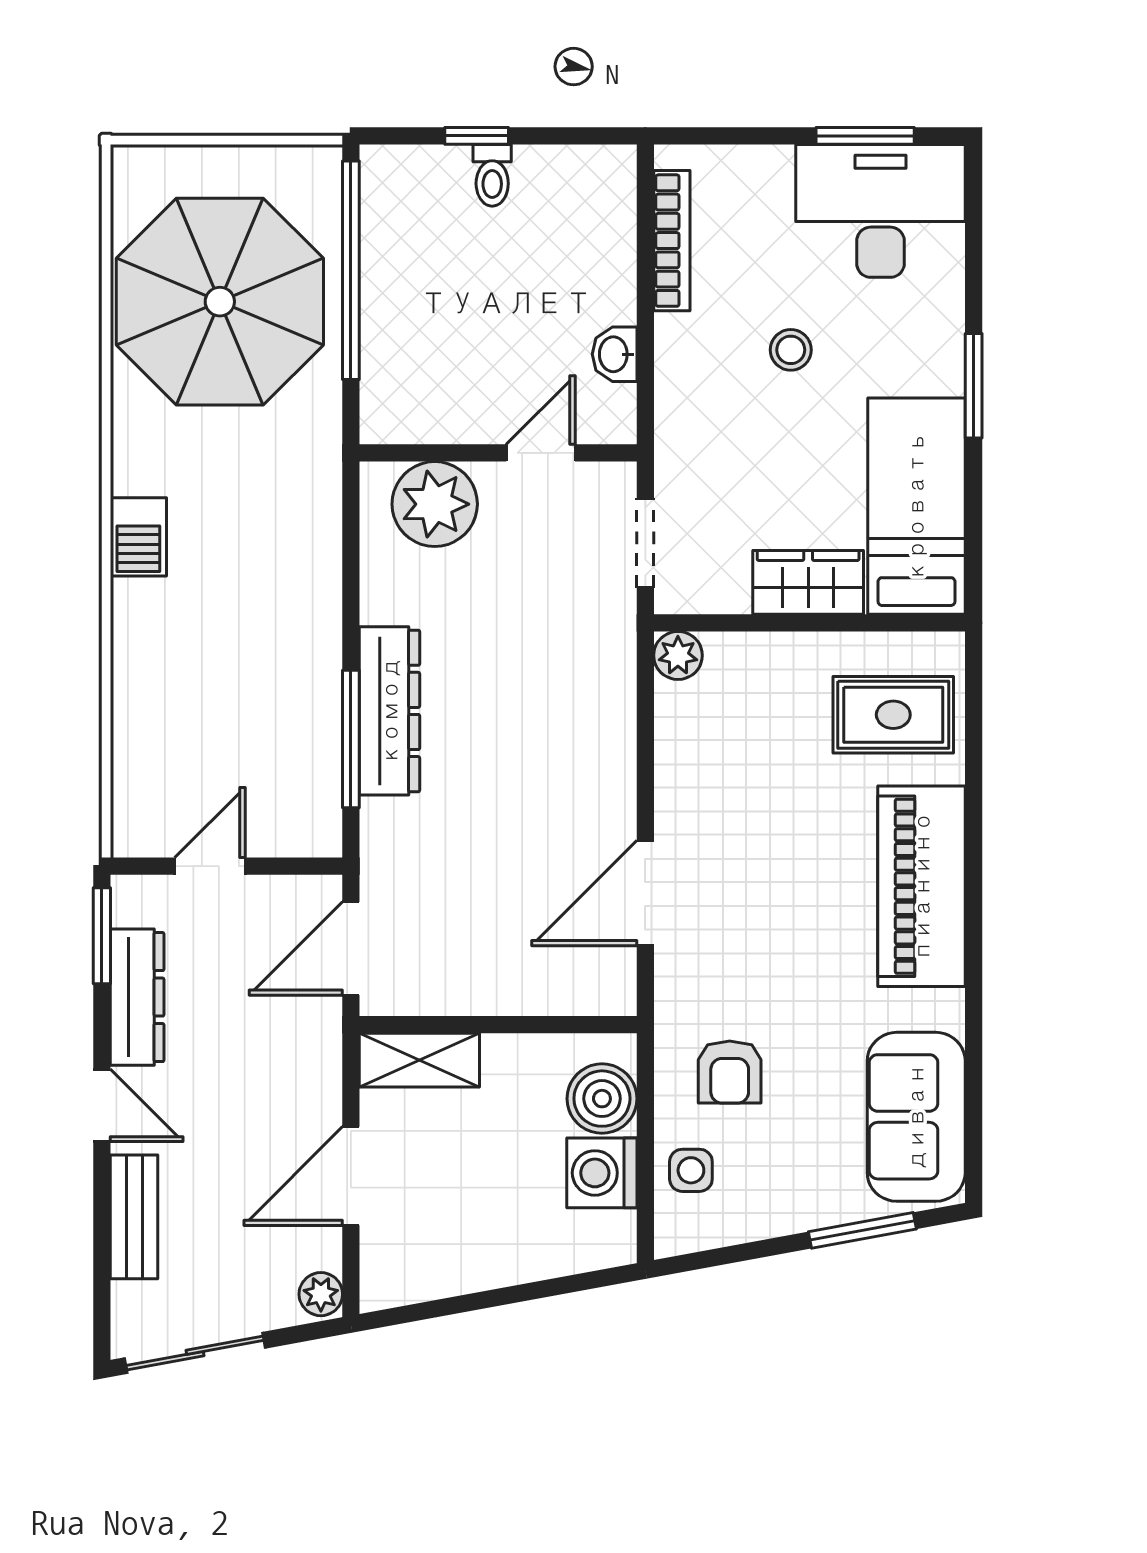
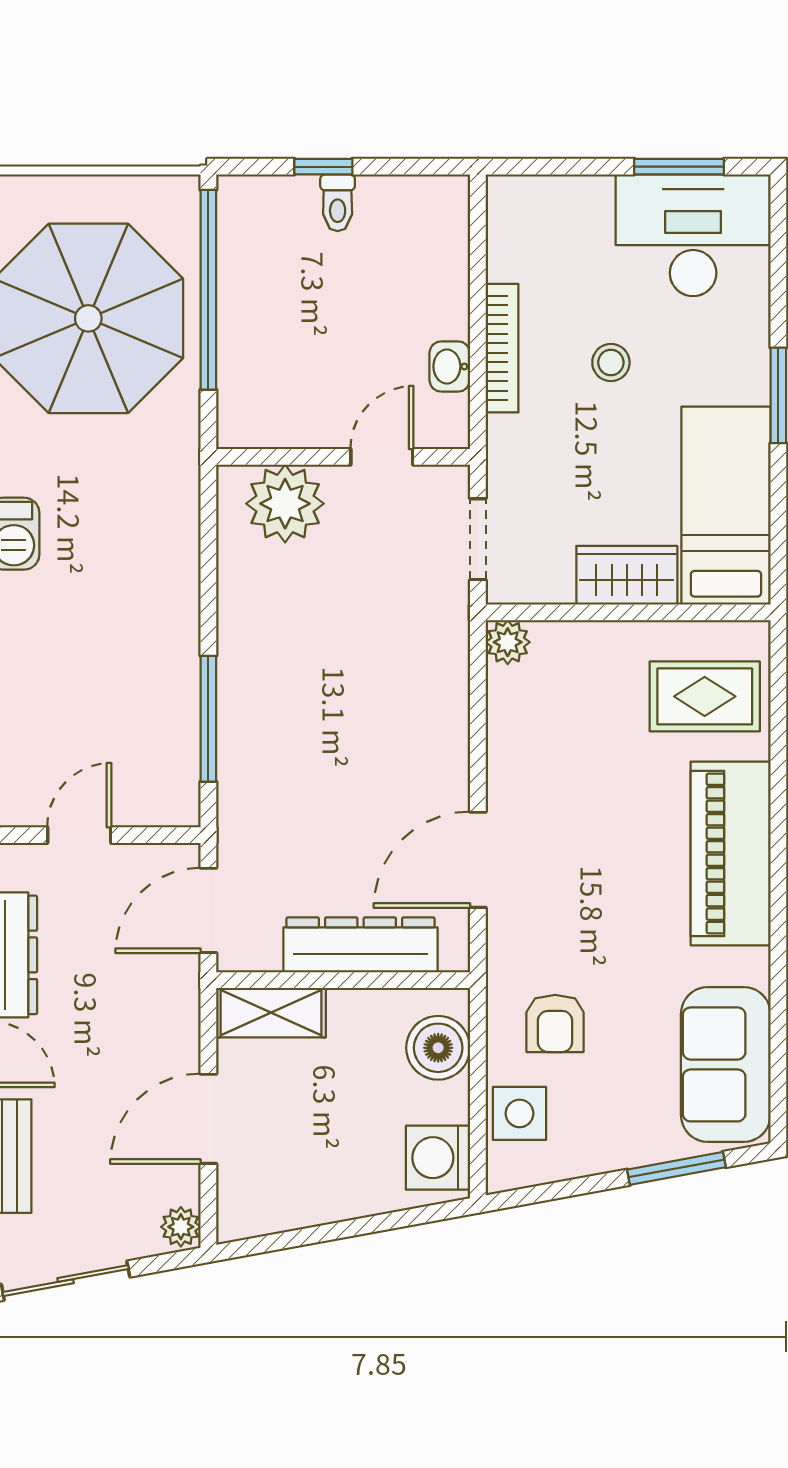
bookcase: (672, 241) -> (502, 348), moved
dresser: (390, 711) -> (361, 945), moved, turned -90
side table: (691, 1170) -> (520, 1113), width x1.37, depth x1.37
washing machine: (602, 1173) -> (438, 1158), moved

